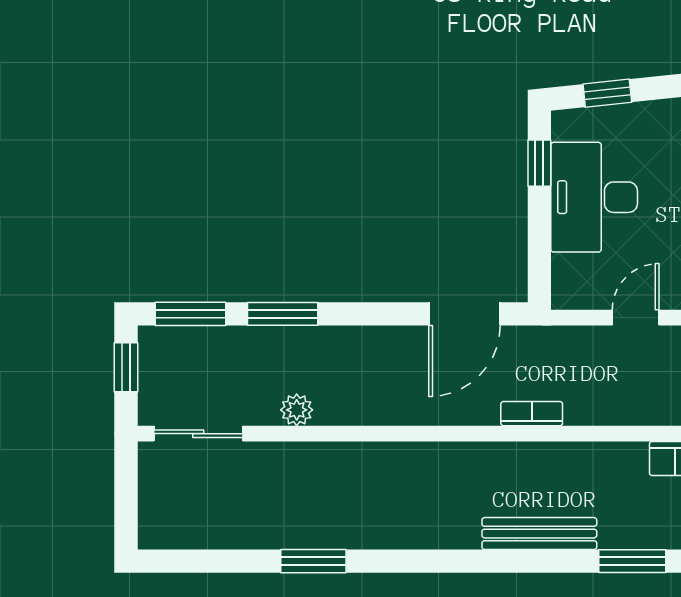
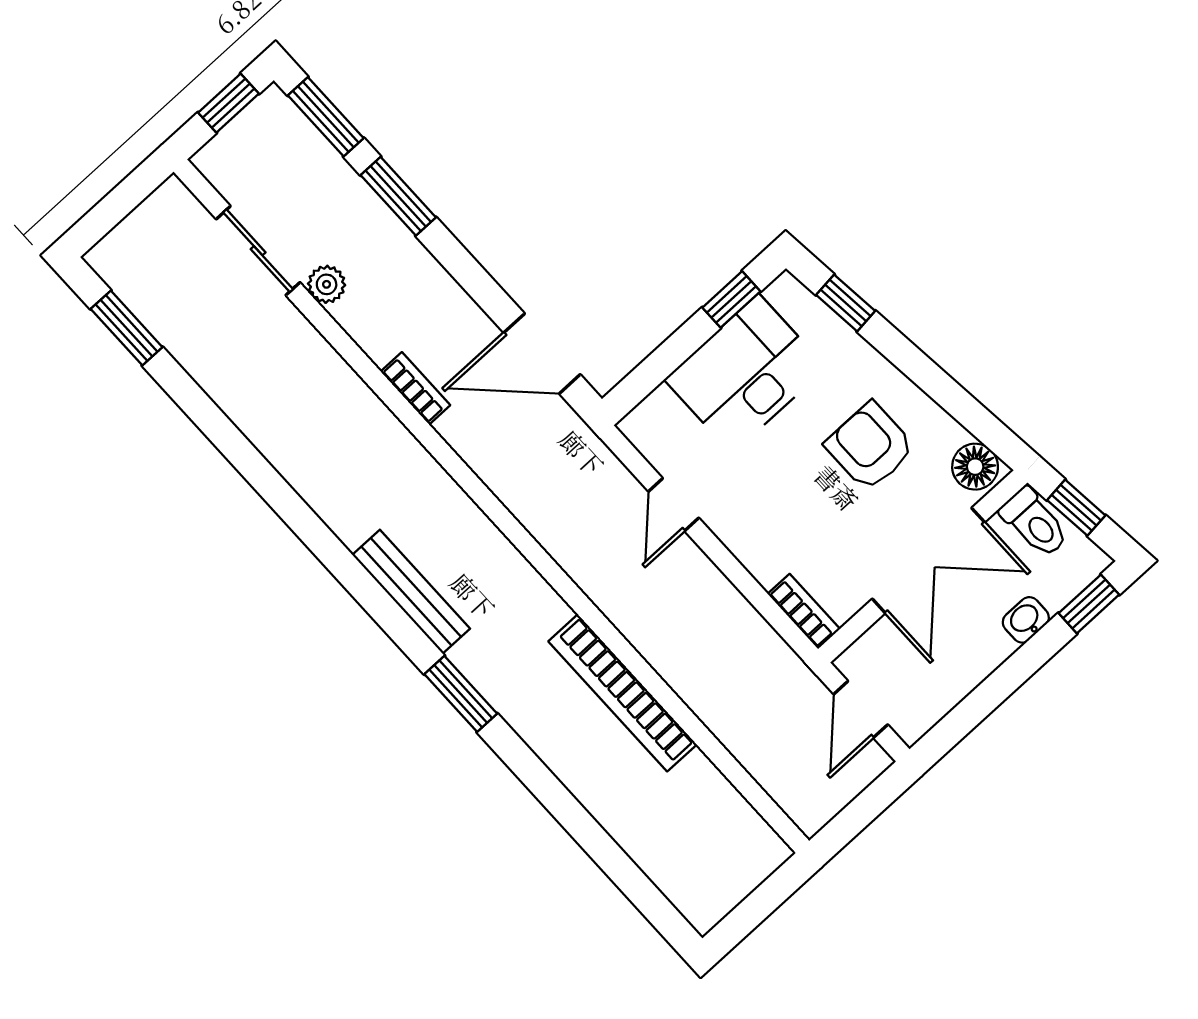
door: (636, 318) -> (674, 505), swing flipped
bookcase: (532, 414) -> (415, 388), moved
sliding door: (198, 434) -> (258, 251), moved
window: (313, 561) -> (127, 328), moved

